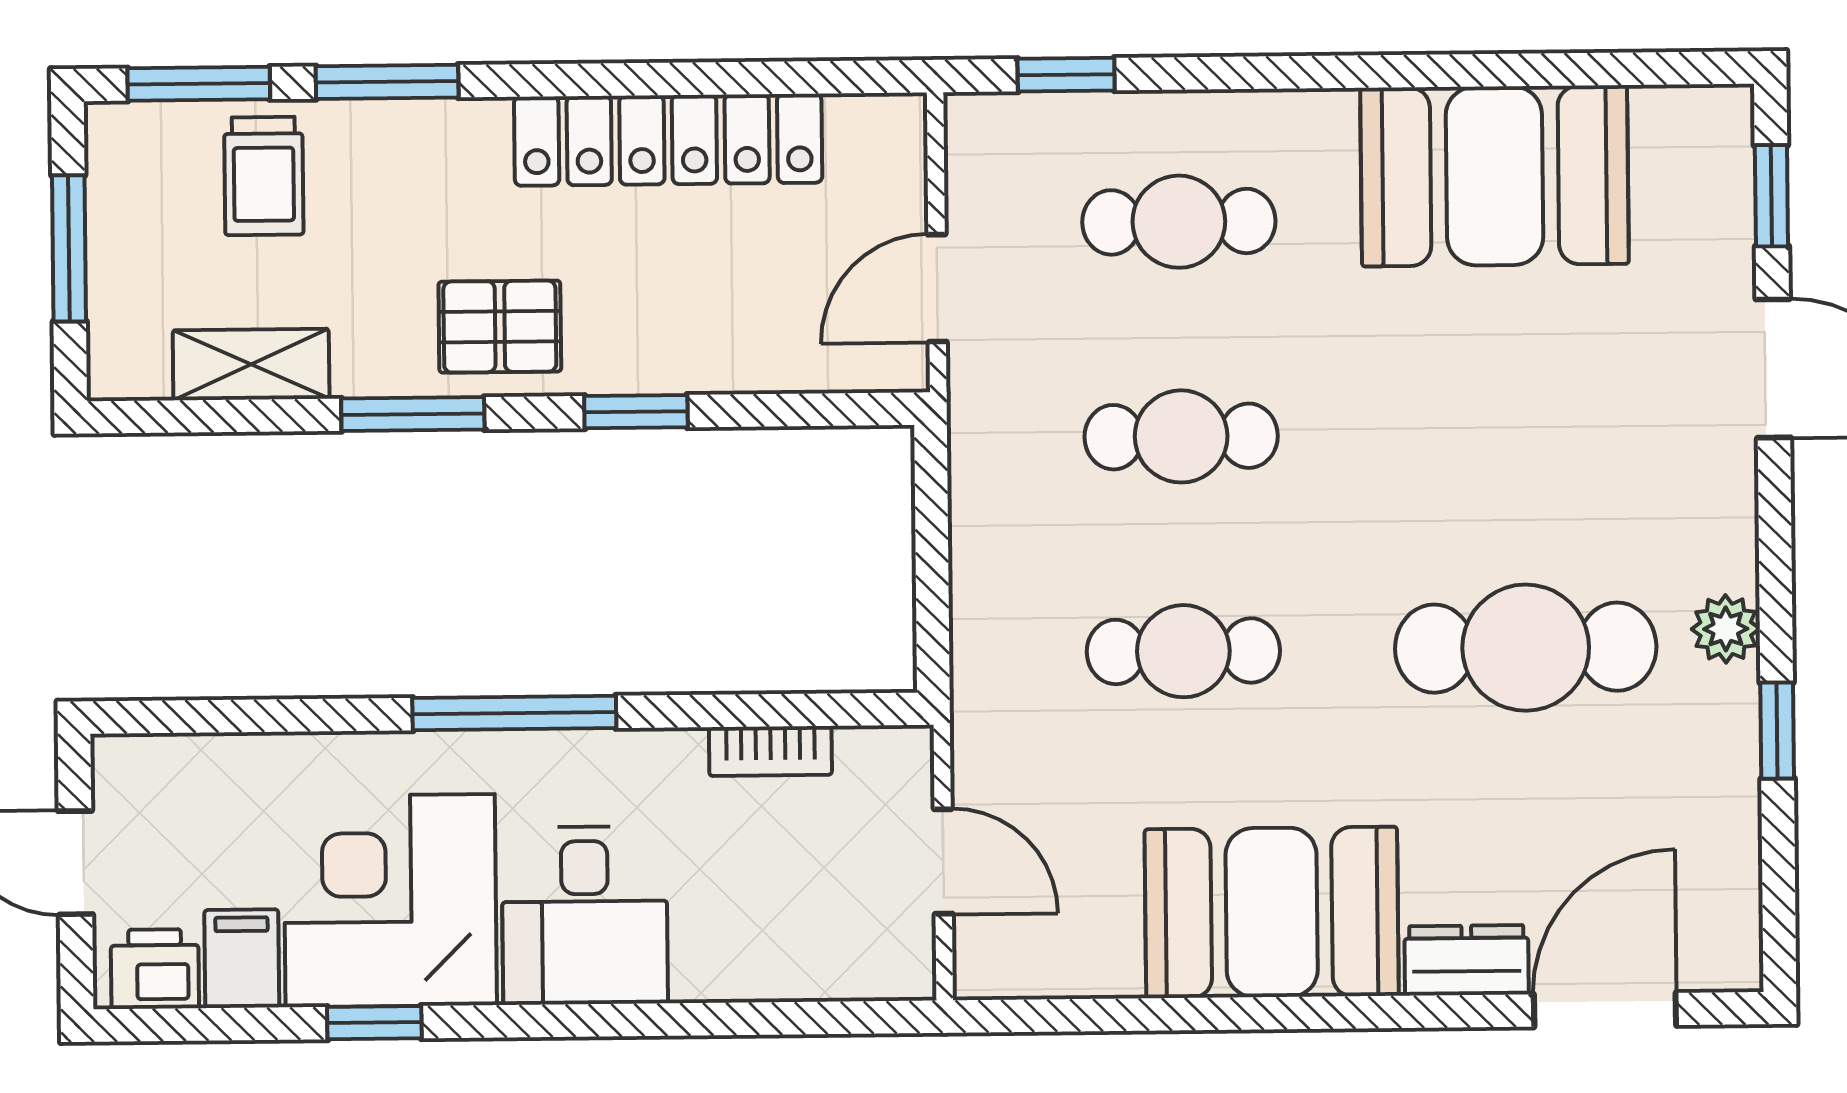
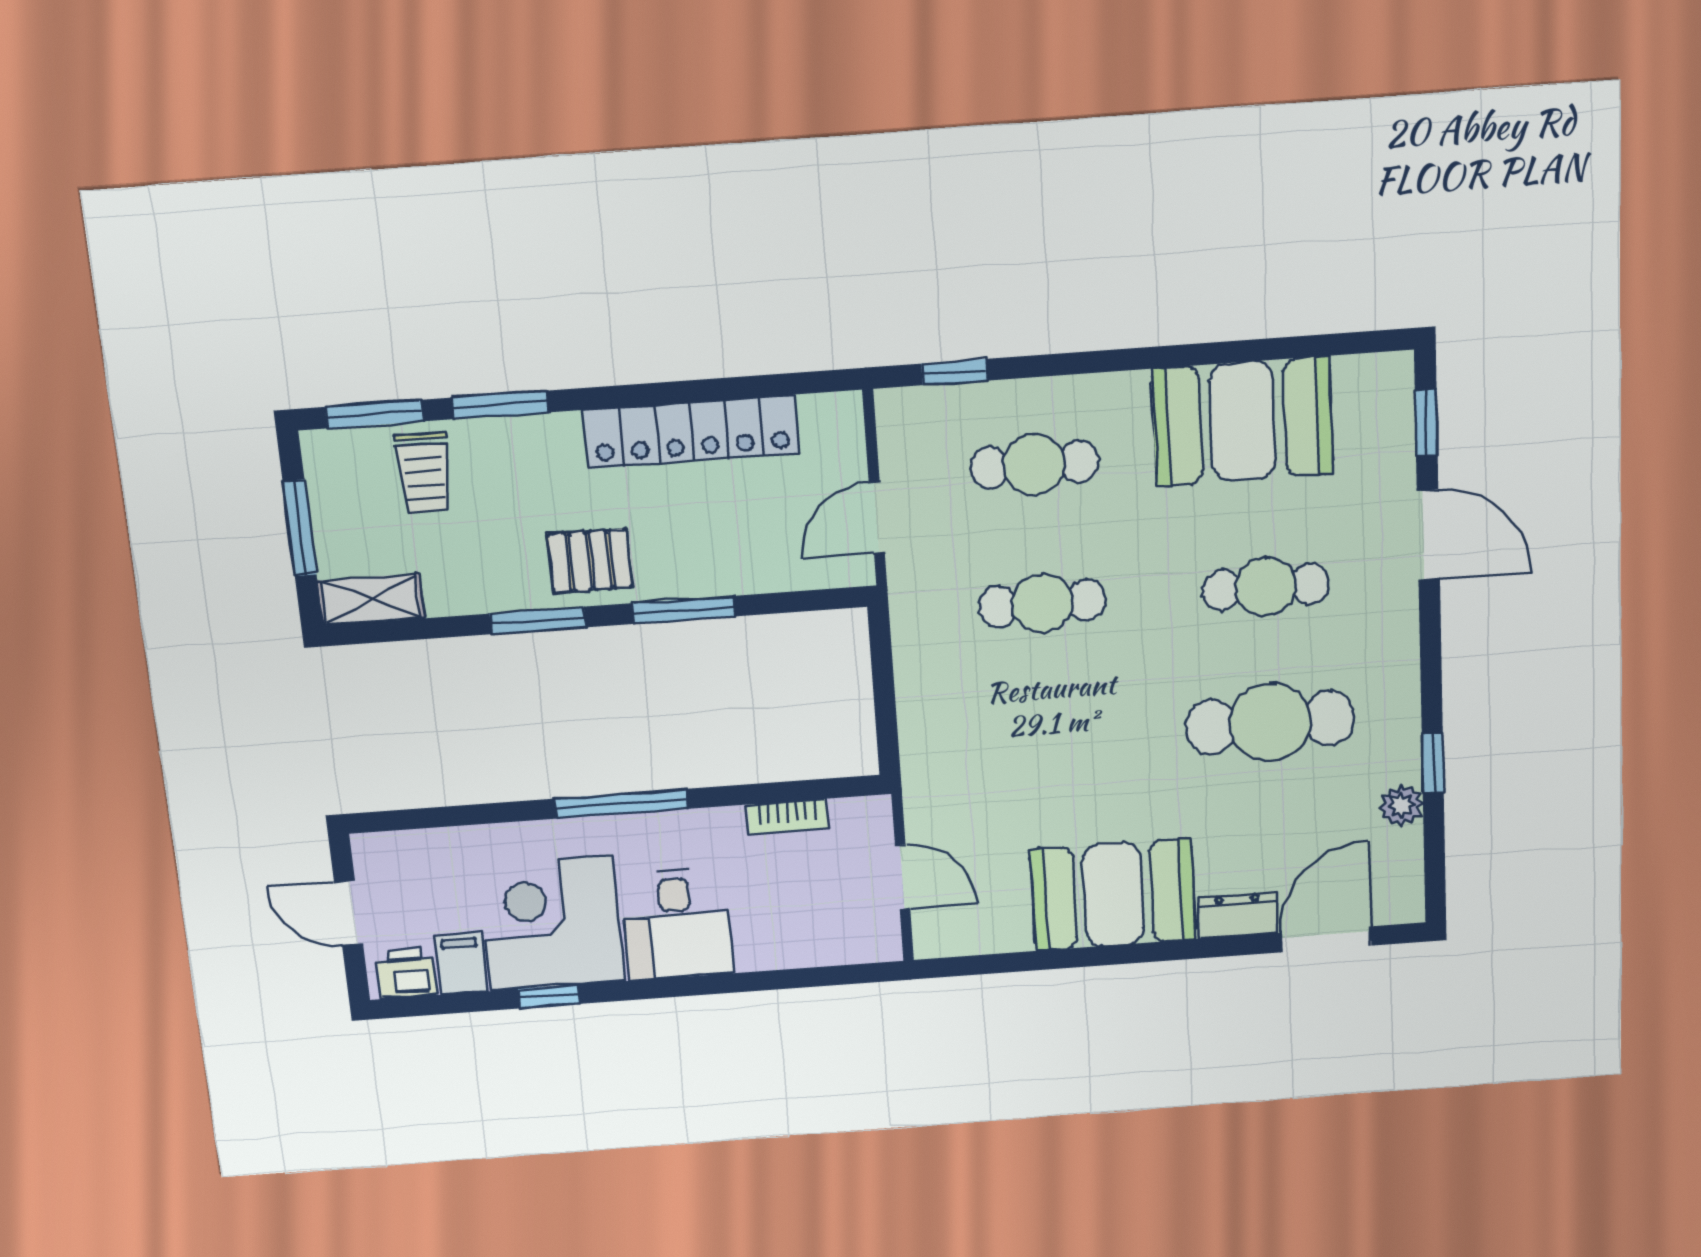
shelving: (251, 364) -> (371, 600), moved
window: (636, 412) -> (684, 610), width x1.50
plant: (1726, 629) -> (1401, 806), moved
cafe table: (1183, 651) -> (1266, 587), moved

